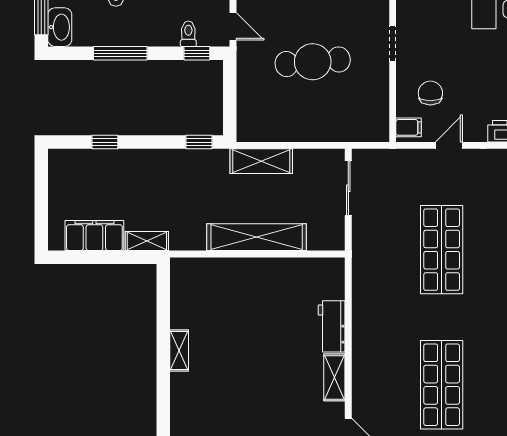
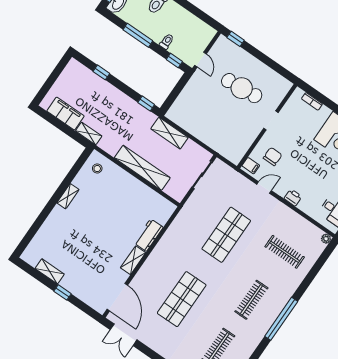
toilet: (188, 34) -> (167, 41), moved
cafe table: (313, 62) -> (242, 88), moved
stool: (193, 282) -> (97, 169), added

